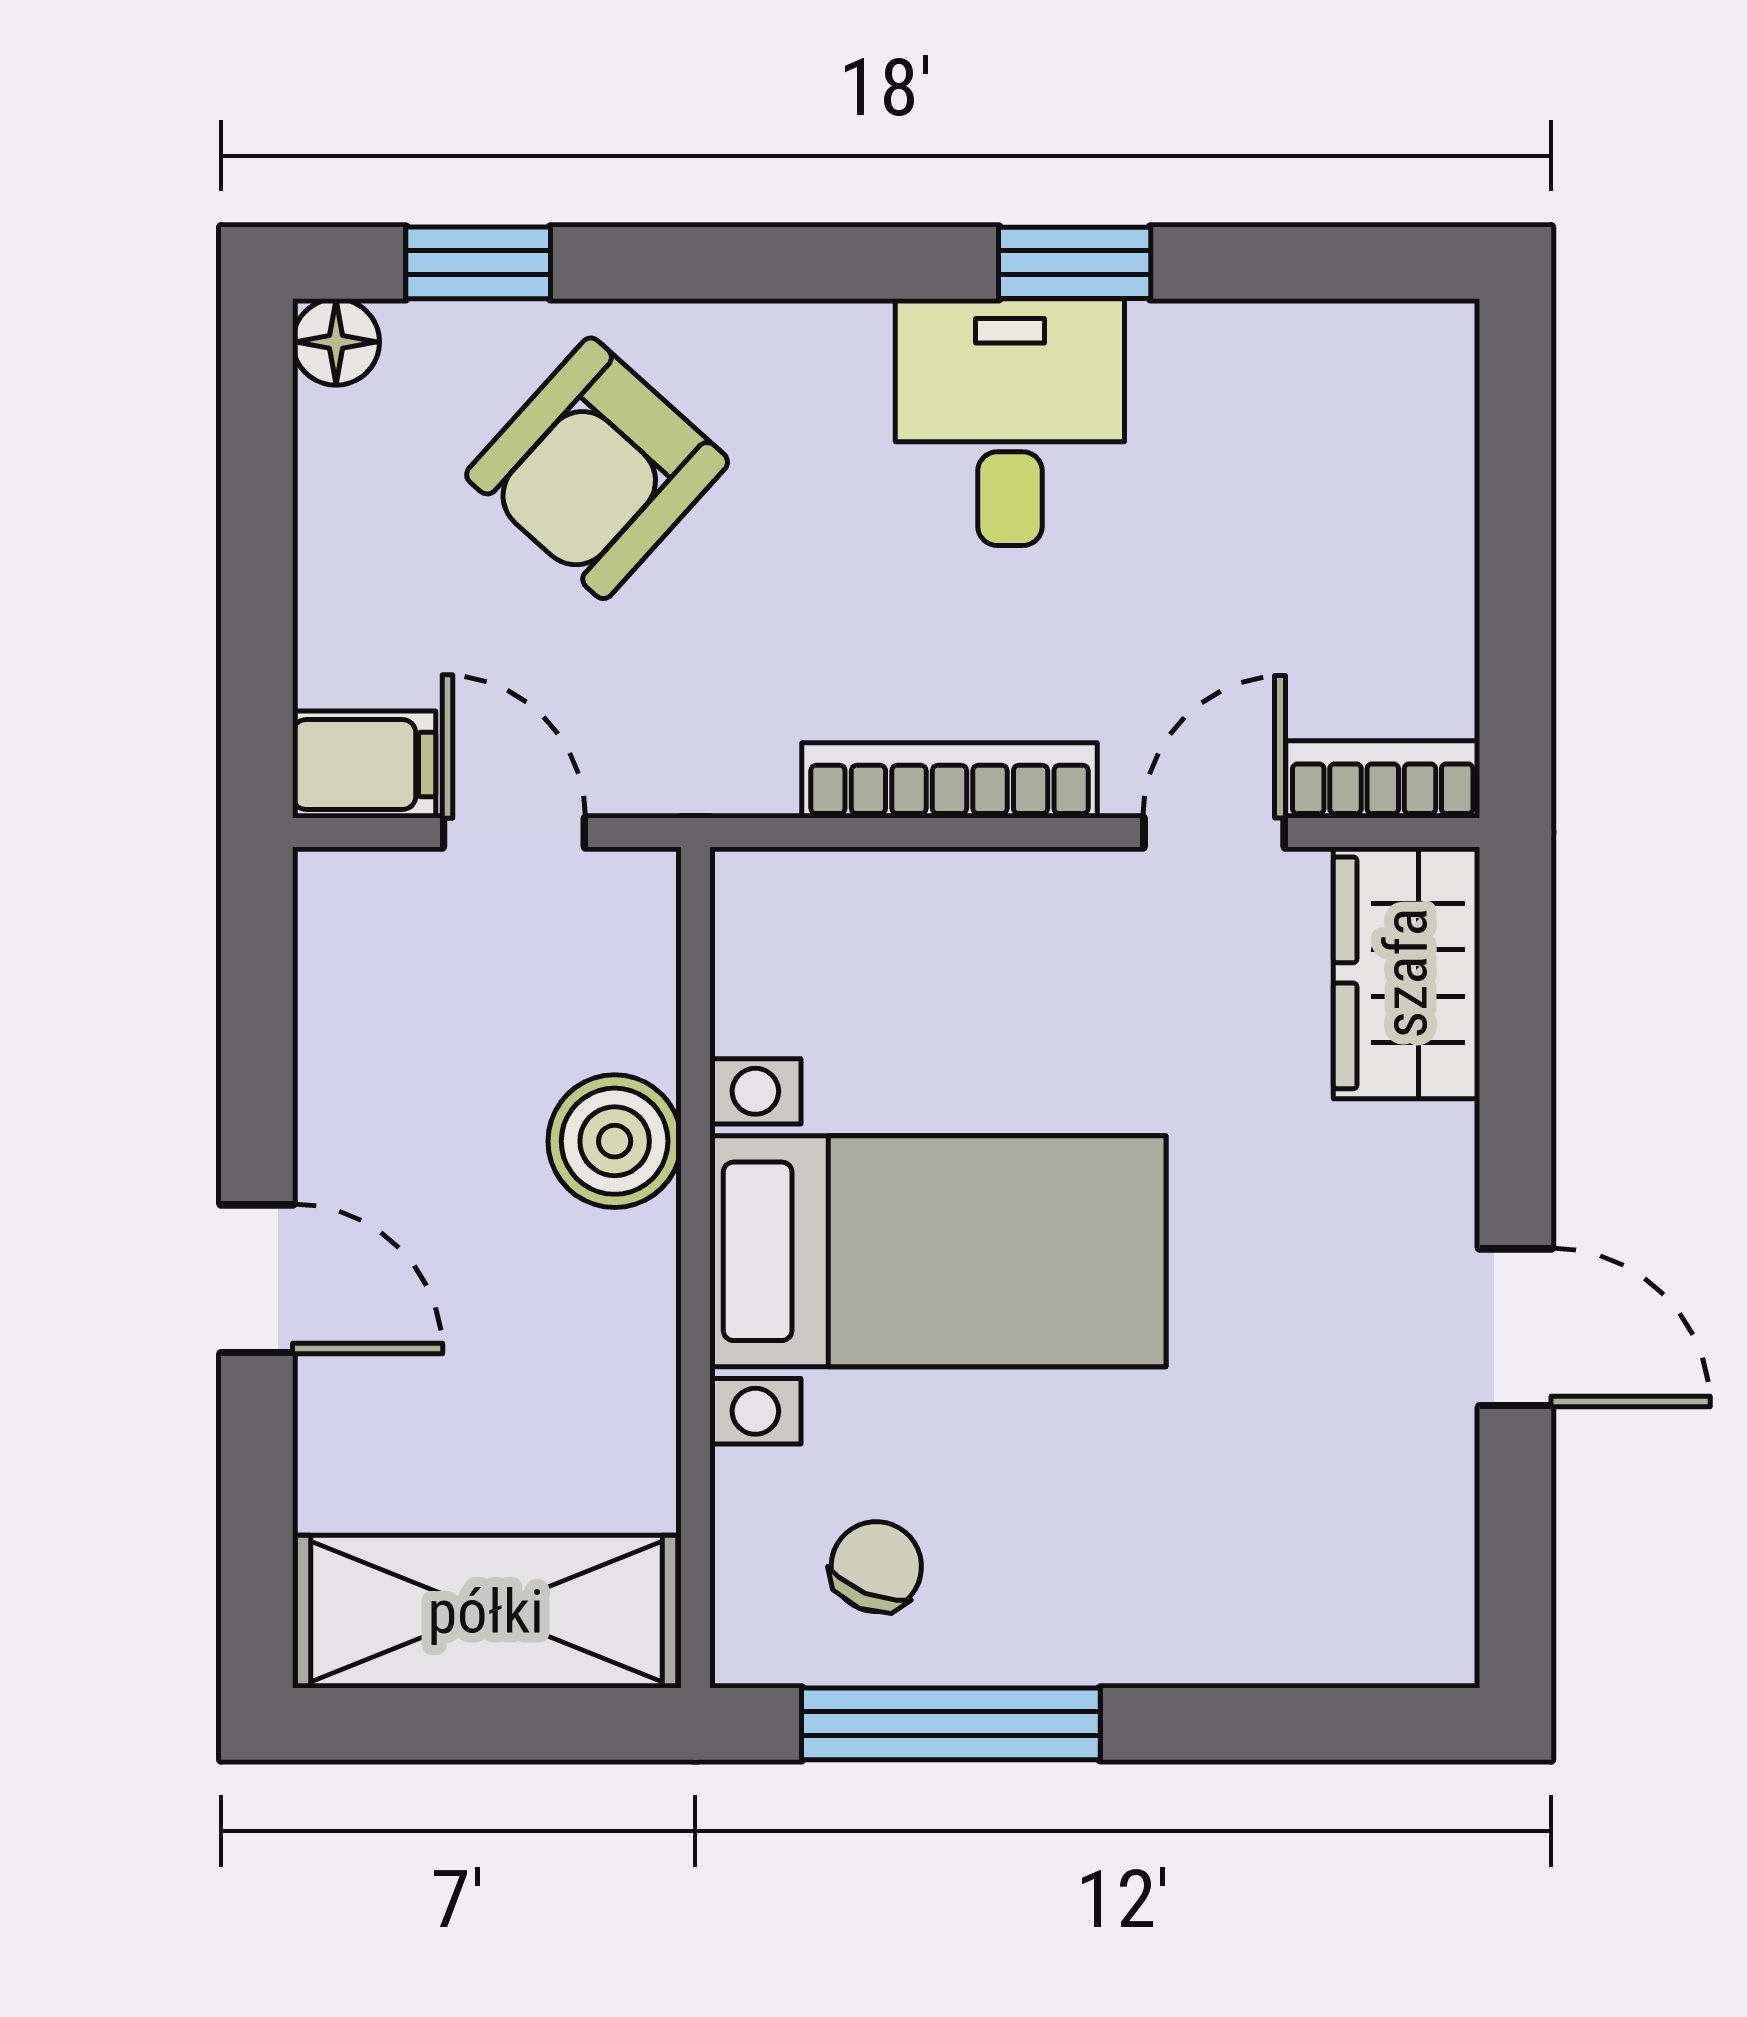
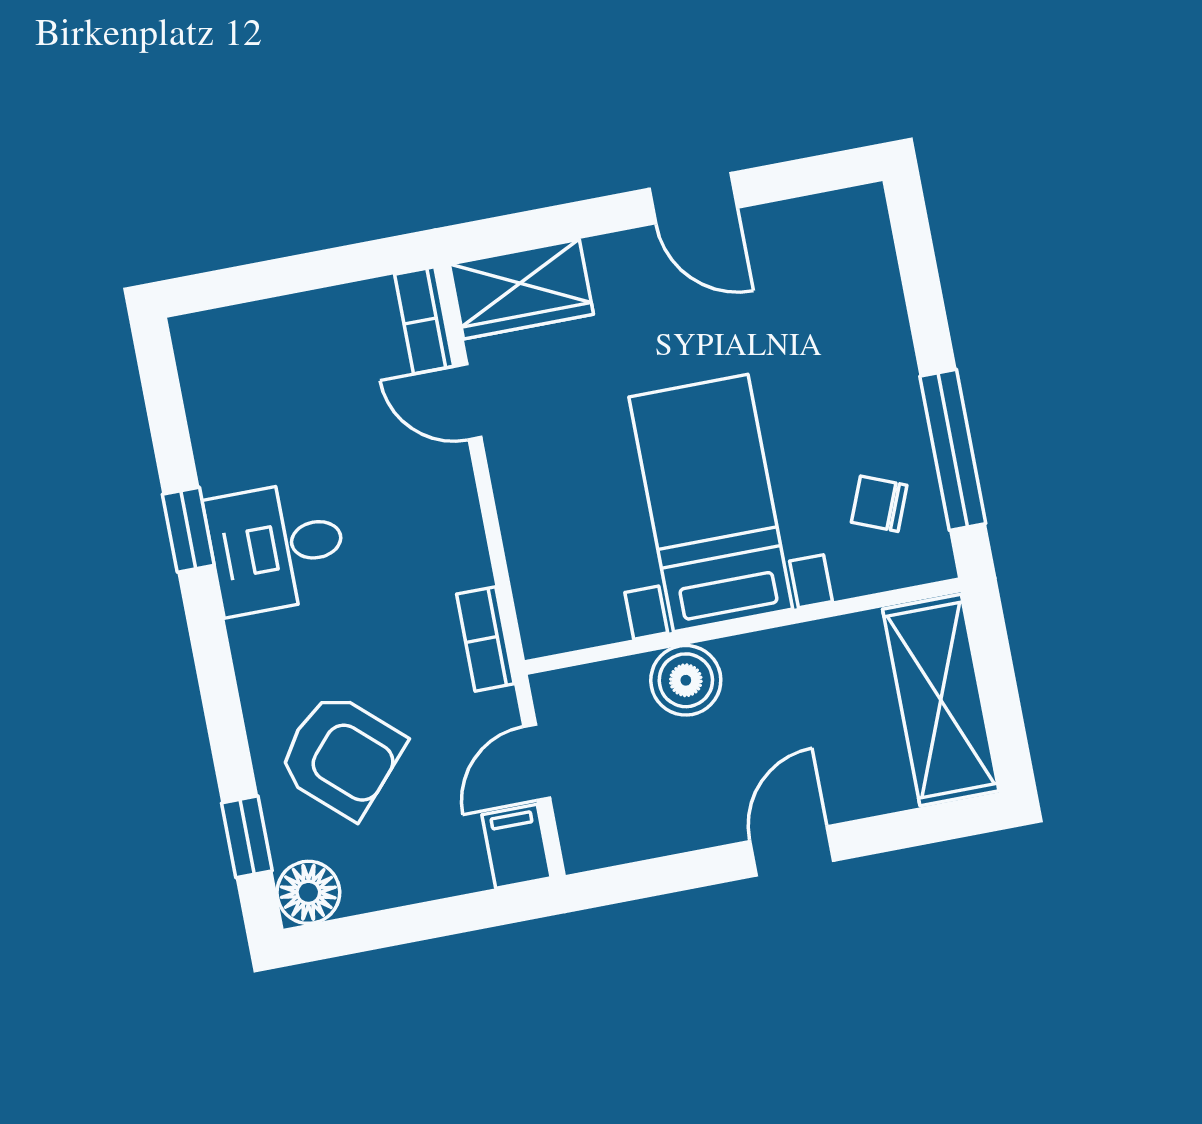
floor lamp: (336, 342) -> (308, 892), width x1.37, depth x1.37
bookcase: (949, 780) -> (485, 639), moved, width x0.64
door: (1515, 1327) -> (693, 198), swing flipped

